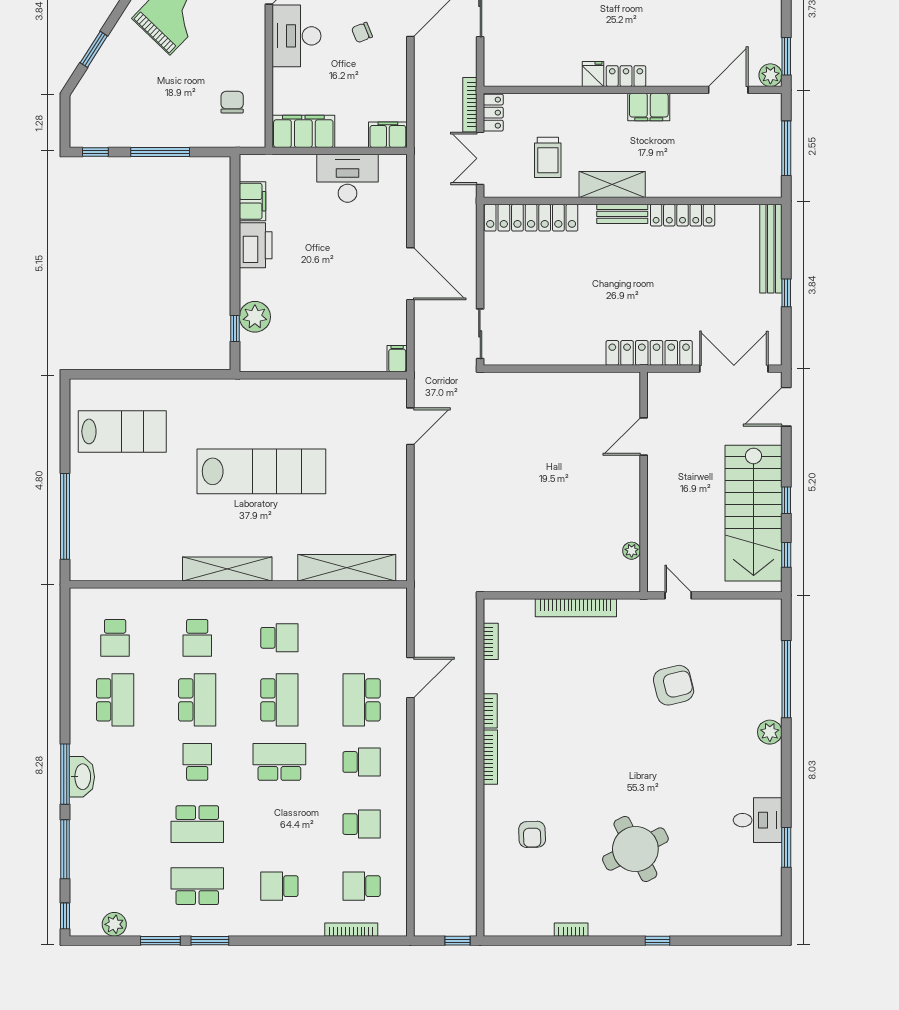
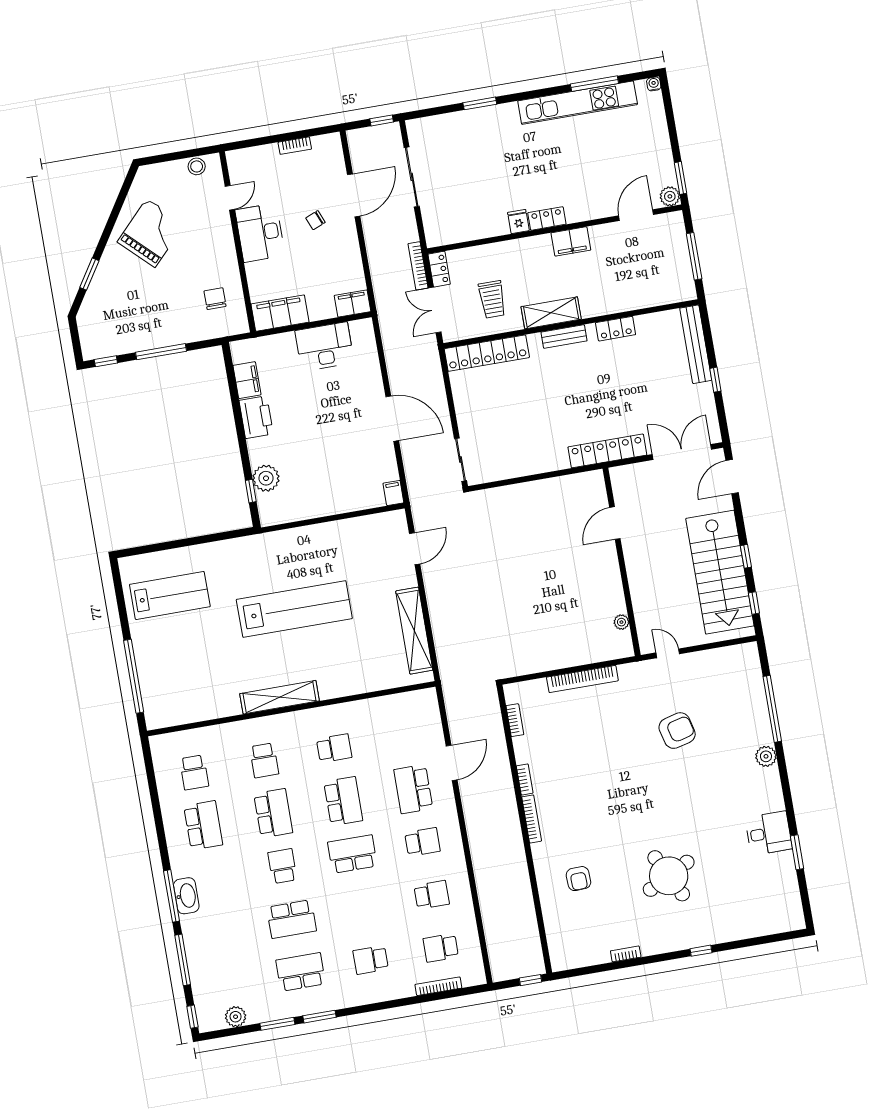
locker: (683, 215) -> (616, 329), width x0.66
shelving: (347, 568) -> (414, 631), moved, turned 90

